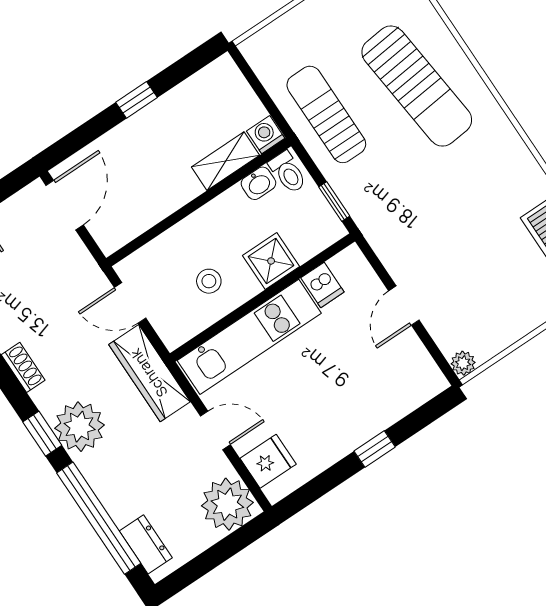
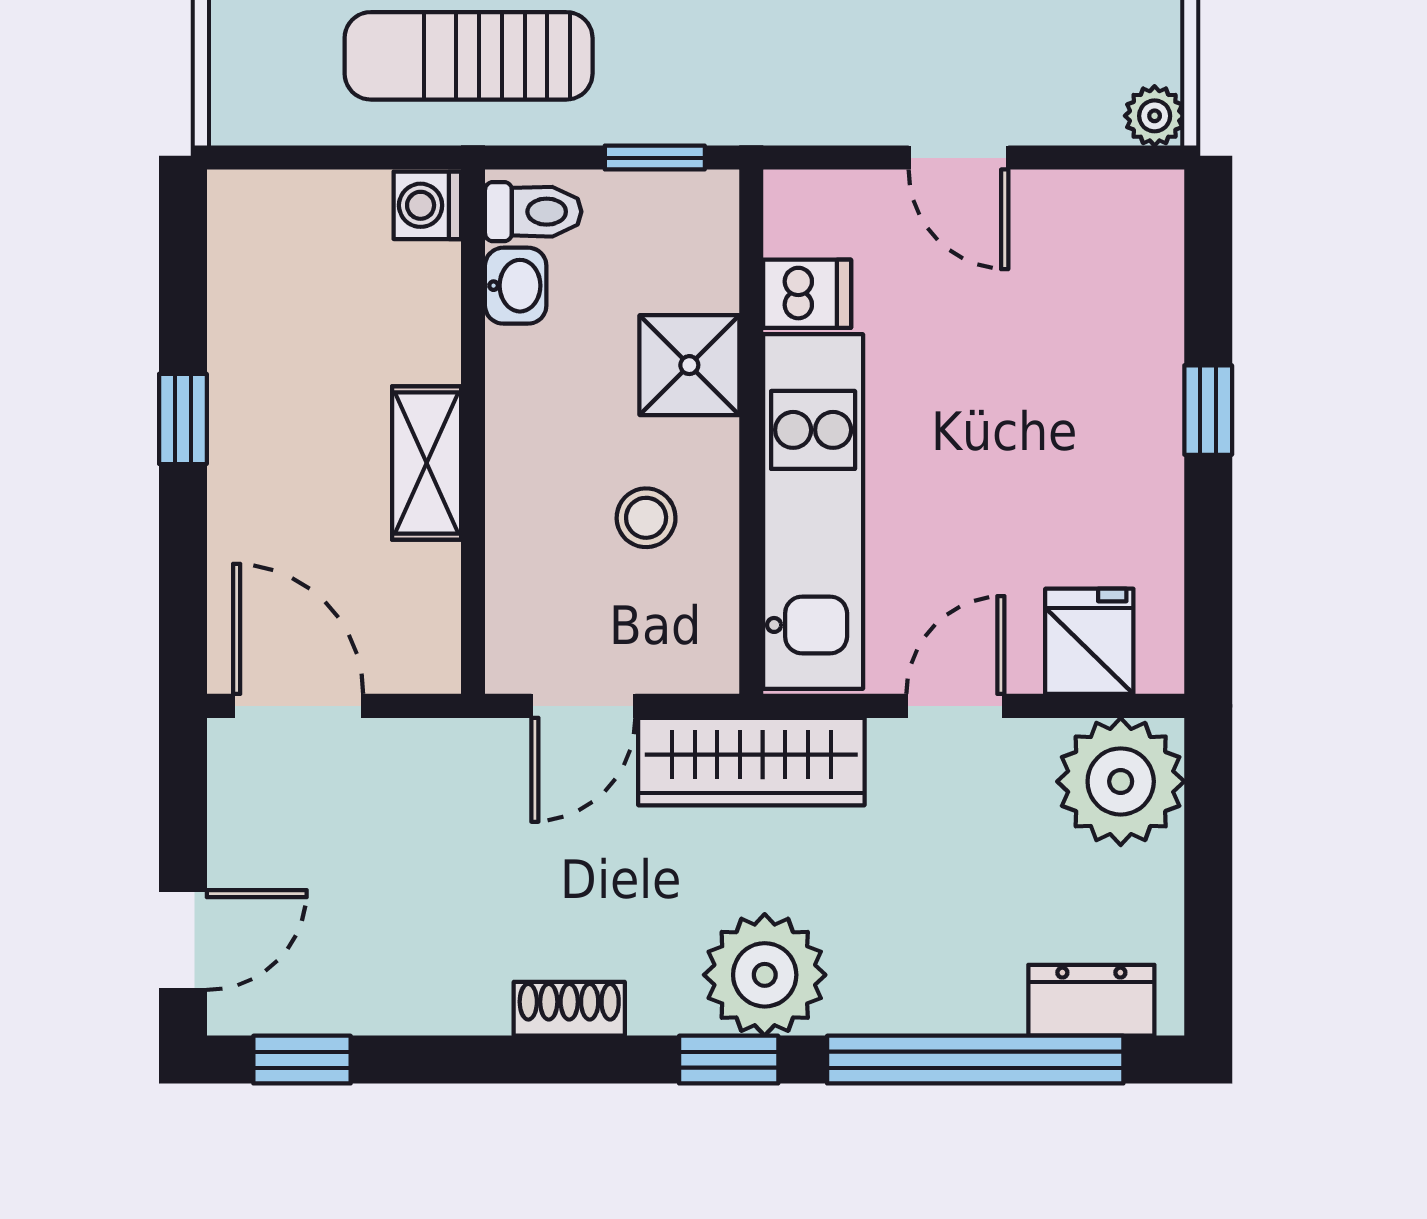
shelving: (226, 161) -> (427, 463), moved

